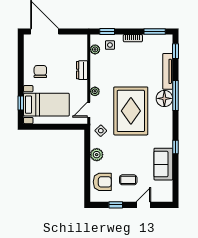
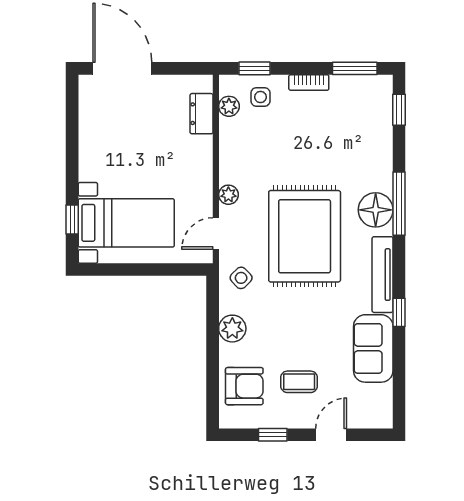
dresser: (82, 70) -> (202, 114), moved
tv unit: (168, 71) -> (383, 275), moved
chair: (40, 72) -> (113, 153), removed

